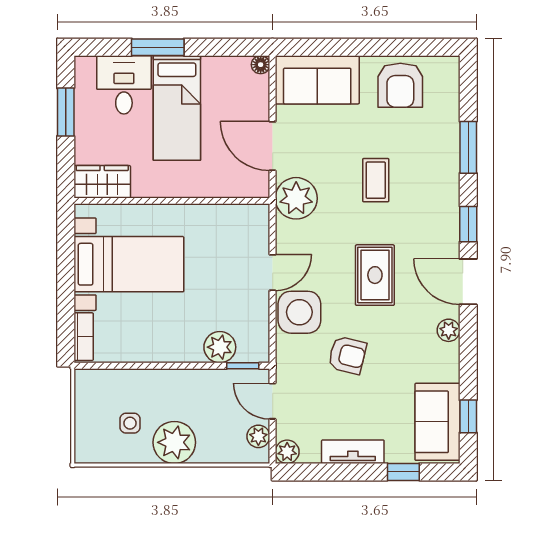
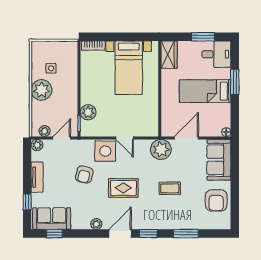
desk: (124, 85) -> (216, 54), moved
armchair: (400, 85) -> (216, 200), turned -90

